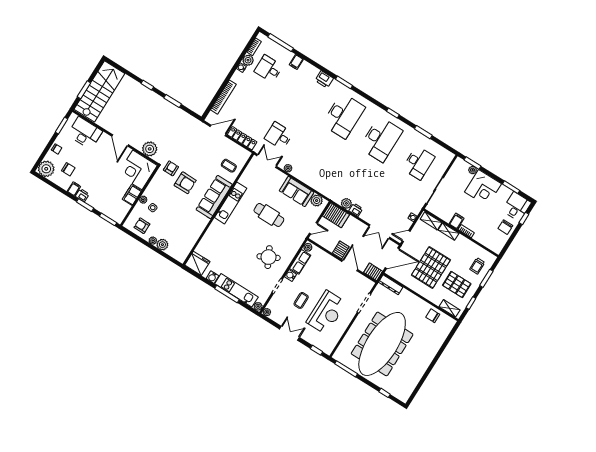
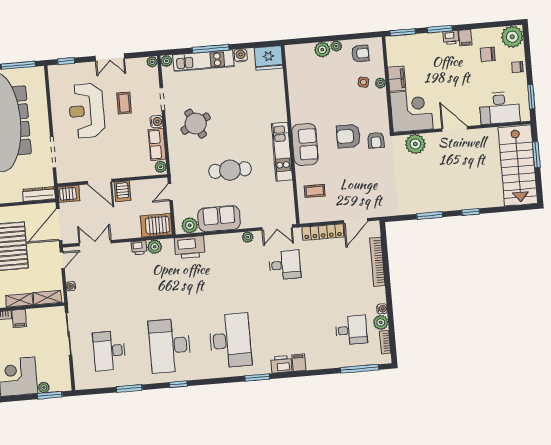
filing cabinet: (296, 62) -> (299, 363), moved
desk: (343, 116) -> (230, 340), turned 180
printer: (326, 188) -> (190, 247), added
sofa: (214, 197) -> (305, 144), width x0.73

